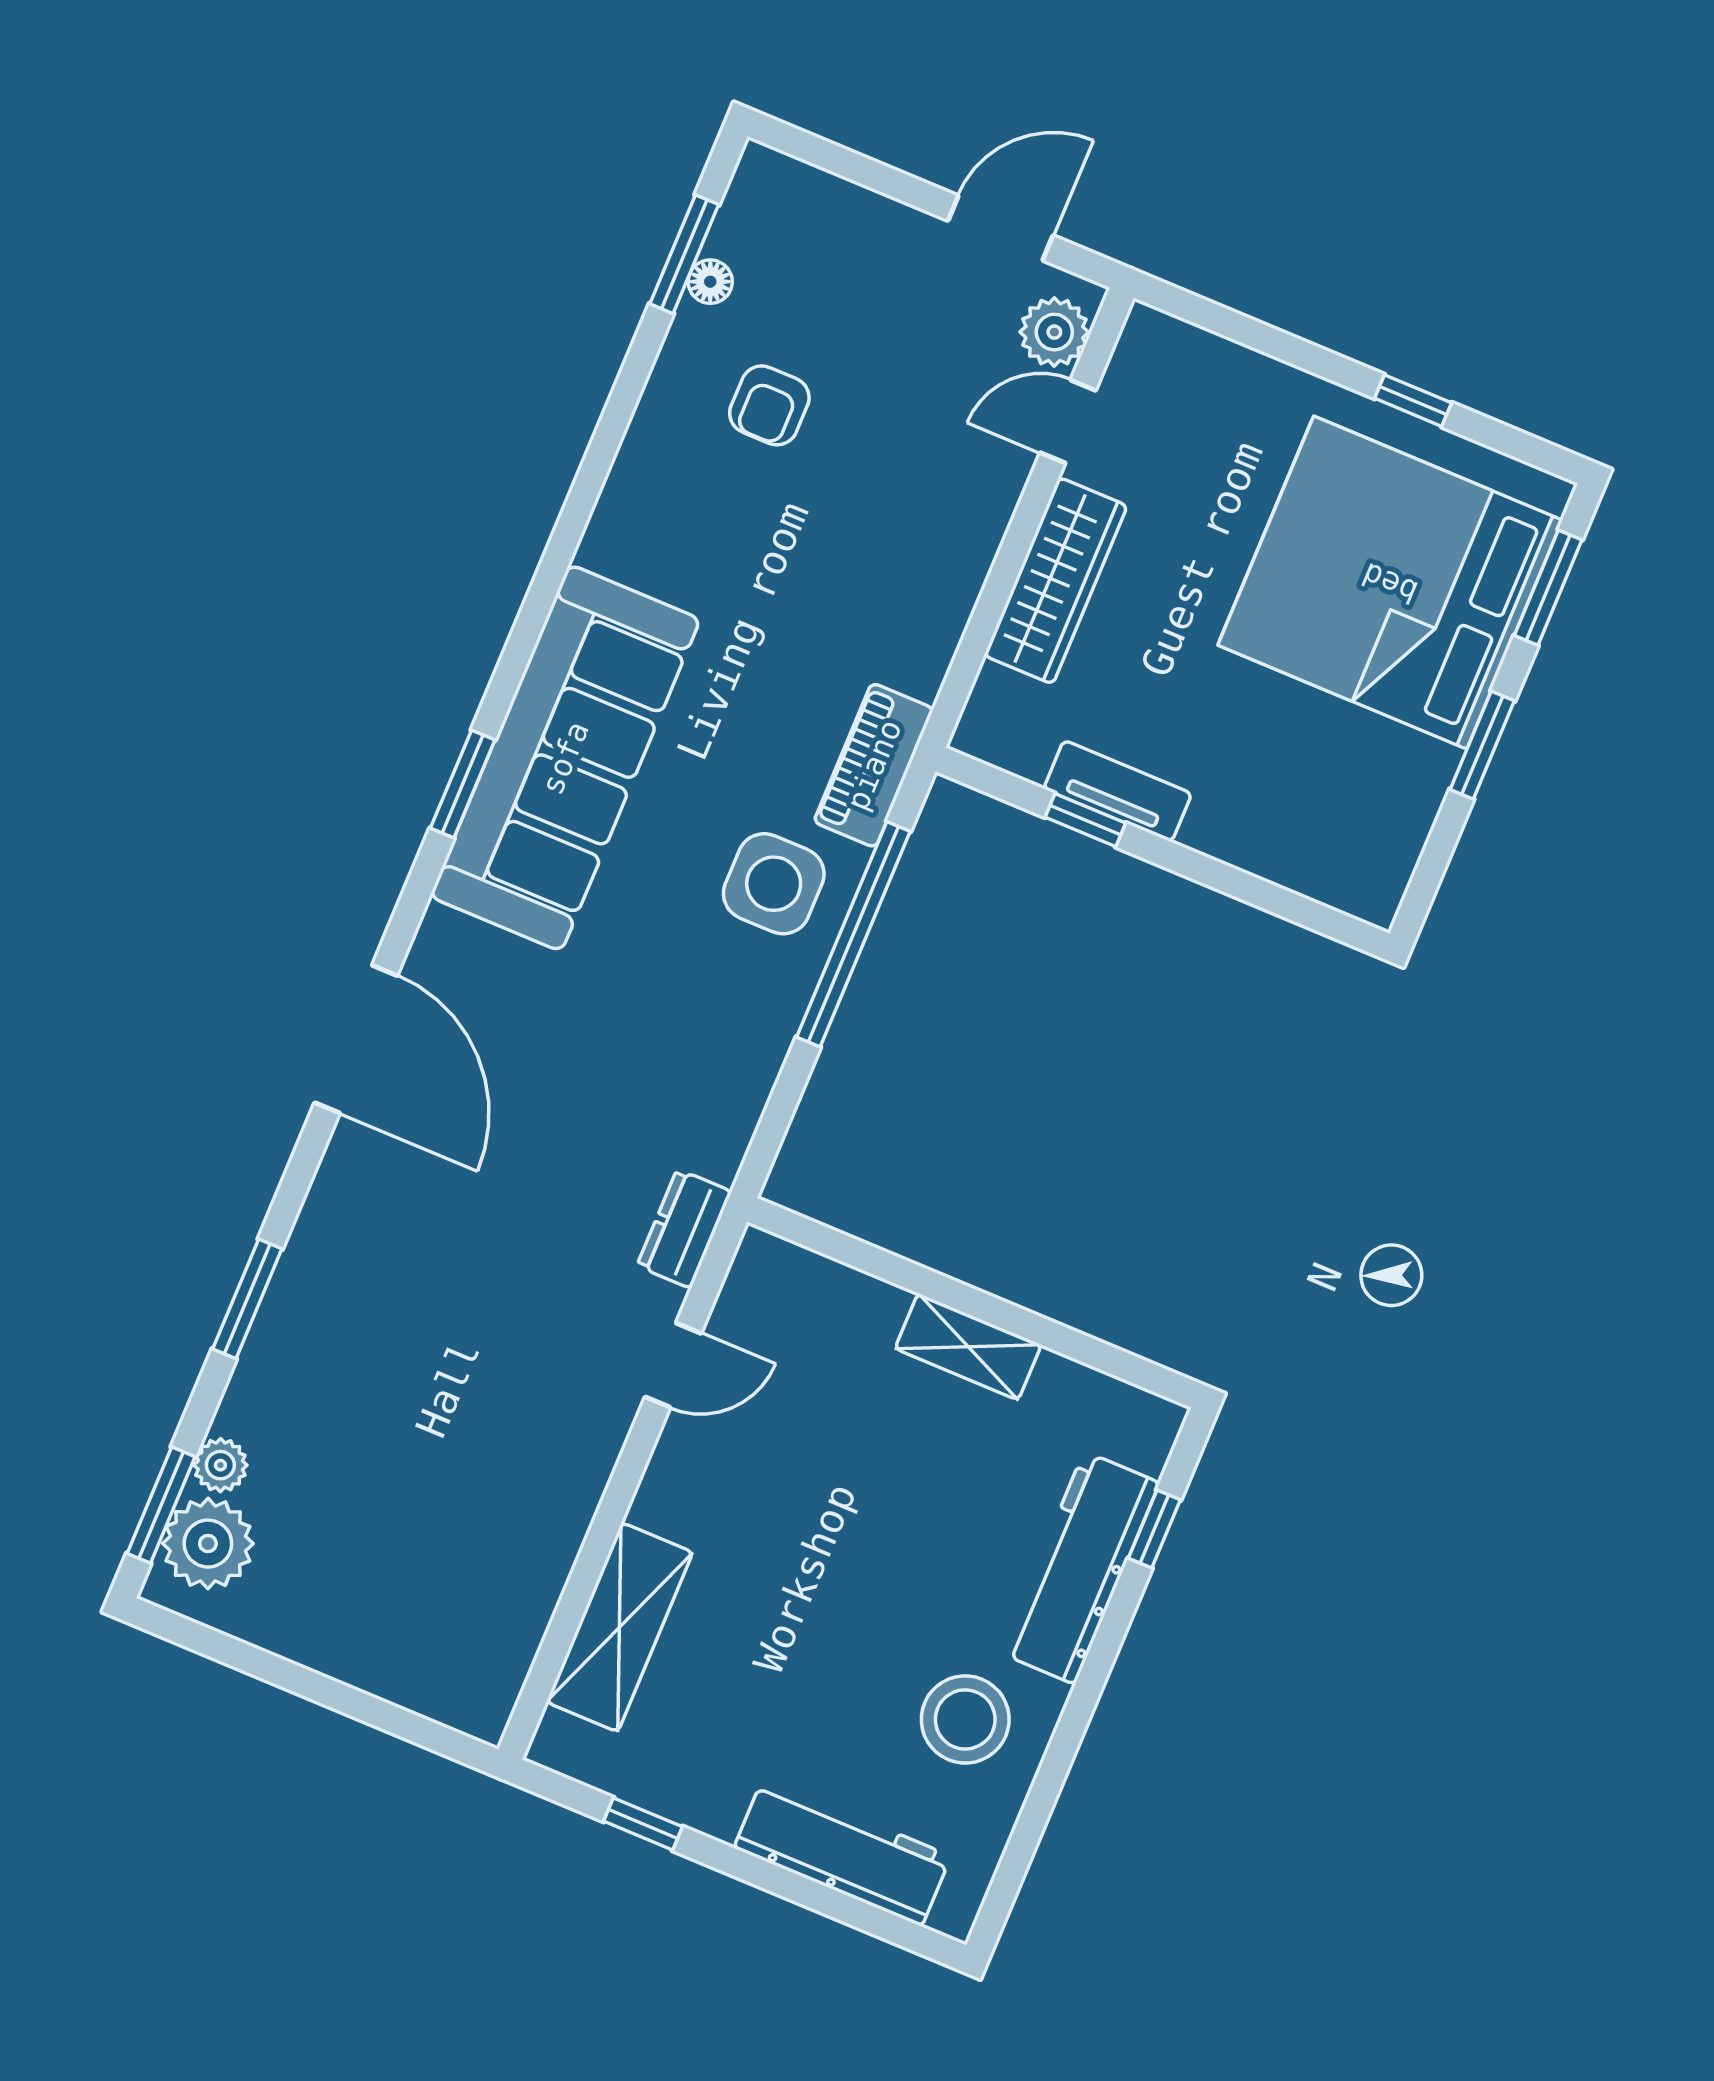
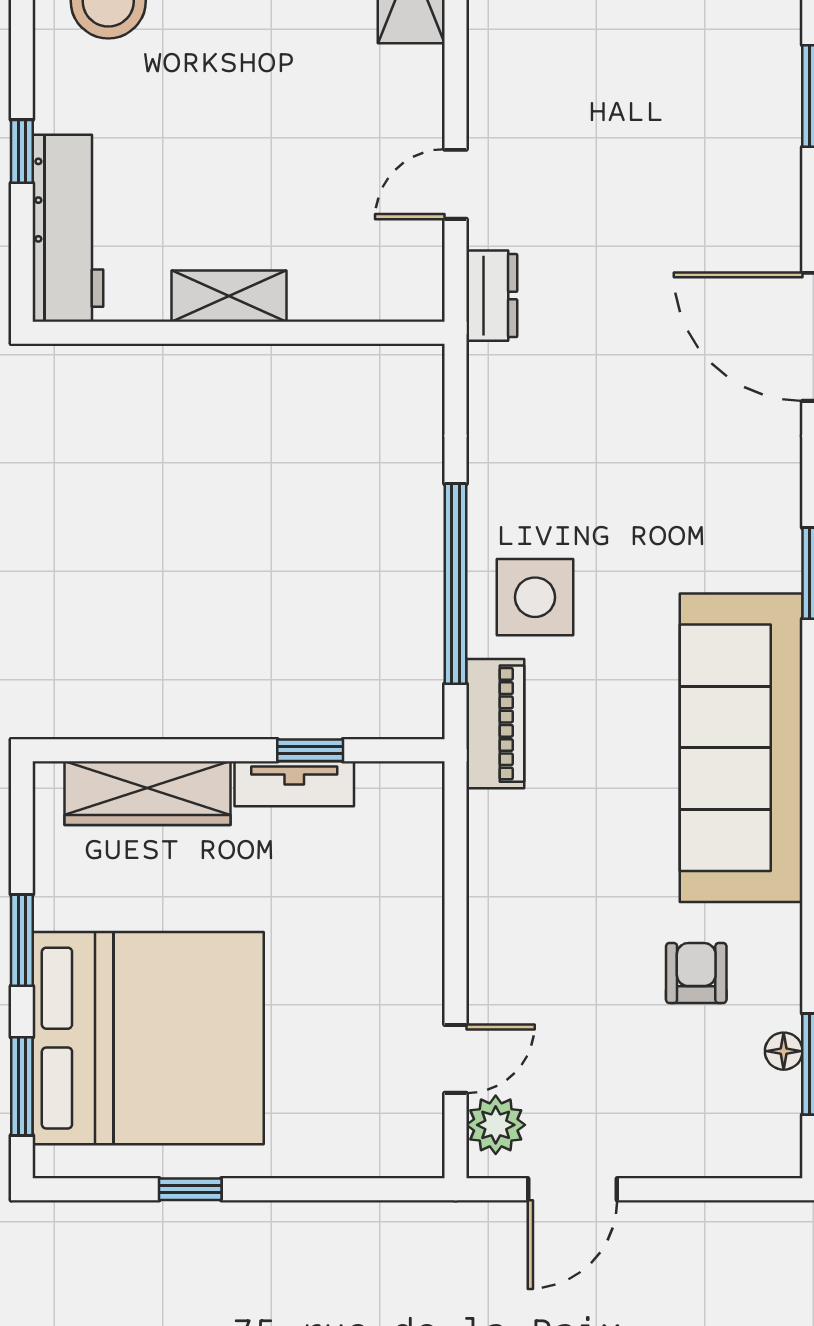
wardrobe: (1056, 581) -> (148, 793), moved, turned -90
sofa: (565, 758) -> (741, 748), moved
window: (1154, 1529) -> (22, 151), moved
workbench: (1080, 1568) -> (68, 228), moved

